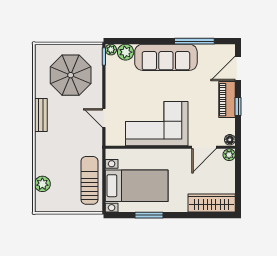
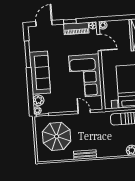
door: (238, 68) -> (44, 23), swing flipped
piano: (227, 100) -> (76, 29), moved
door: (104, 118) -> (84, 112), swing flipped

